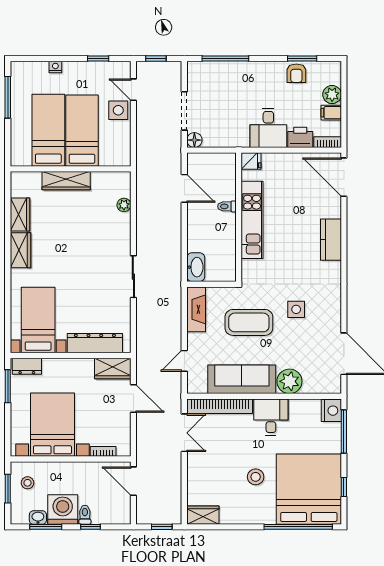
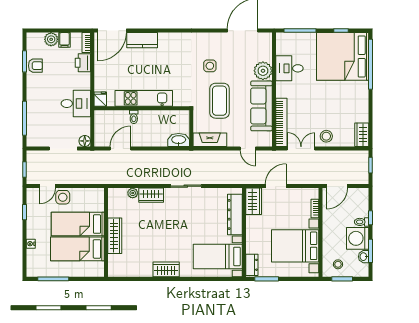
desk: (268, 128) -> (76, 104), moved
wardrobe: (20, 214) -> (151, 195), moved, turned 180
kitchen counter: (331, 240) -> (142, 40), moved
nightstand: (331, 411) -> (285, 40), removed
desk: (271, 417) -> (289, 68), moved
stool: (256, 477) -> (326, 136), moved

